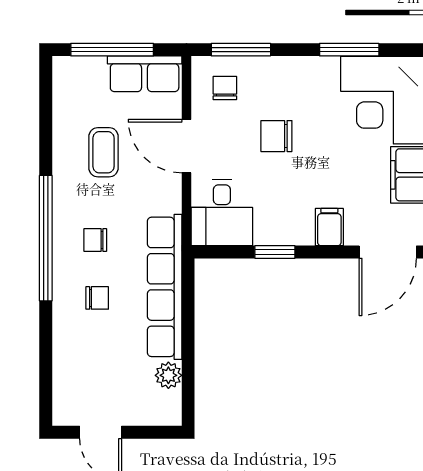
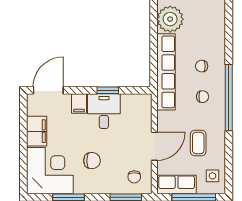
side table: (77, 90) -> (212, 176), added
chair: (276, 136) -> (92, 161), moved
door: (186, 146) -> (154, 146), hinge flipped
desk: (222, 213) -> (104, 111), moved
plant: (168, 375) -> (170, 19), width x1.87, depth x1.87

